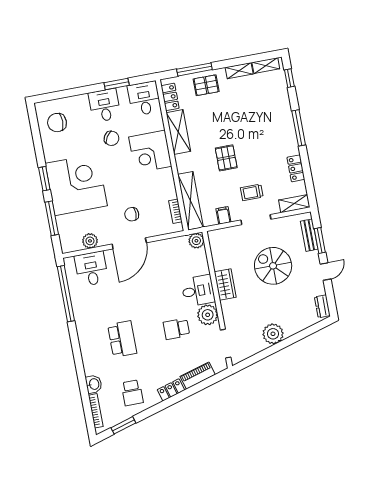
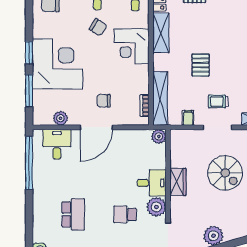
spiral stairs: (273, 266) -> (225, 173), turned 180

